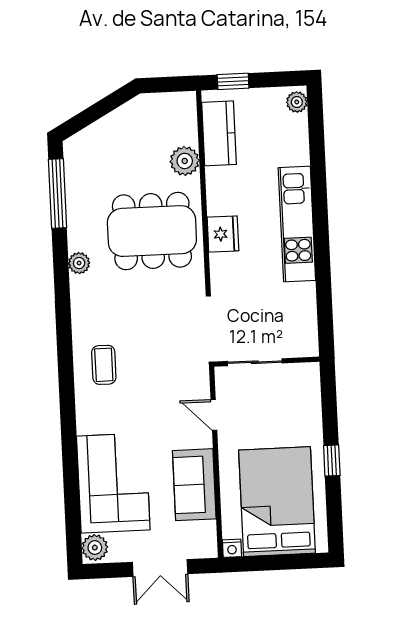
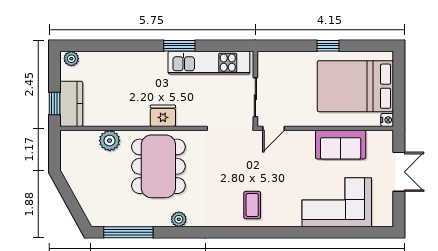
kitchen counter: (219, 133) -> (71, 104), moved, turned 90
kitchen unit: (297, 224) -> (209, 63), moved
window: (322, 252) -> (179, 46), added
coffee table: (104, 365) -> (252, 205), turned 90
door: (214, 415) -> (274, 128), moved
plant: (95, 548) -> (382, 218), removed

